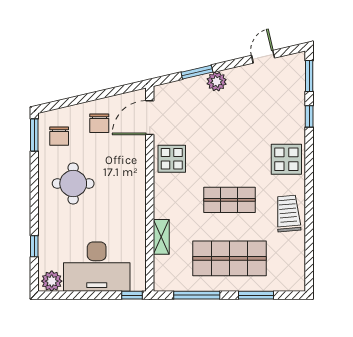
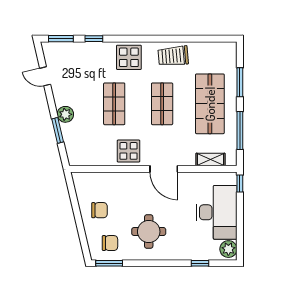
door: (150, 118) -> (164, 169), moved
shop shelf: (229, 141) -> (114, 104), added
shelving: (161, 237) -> (211, 159), moved

